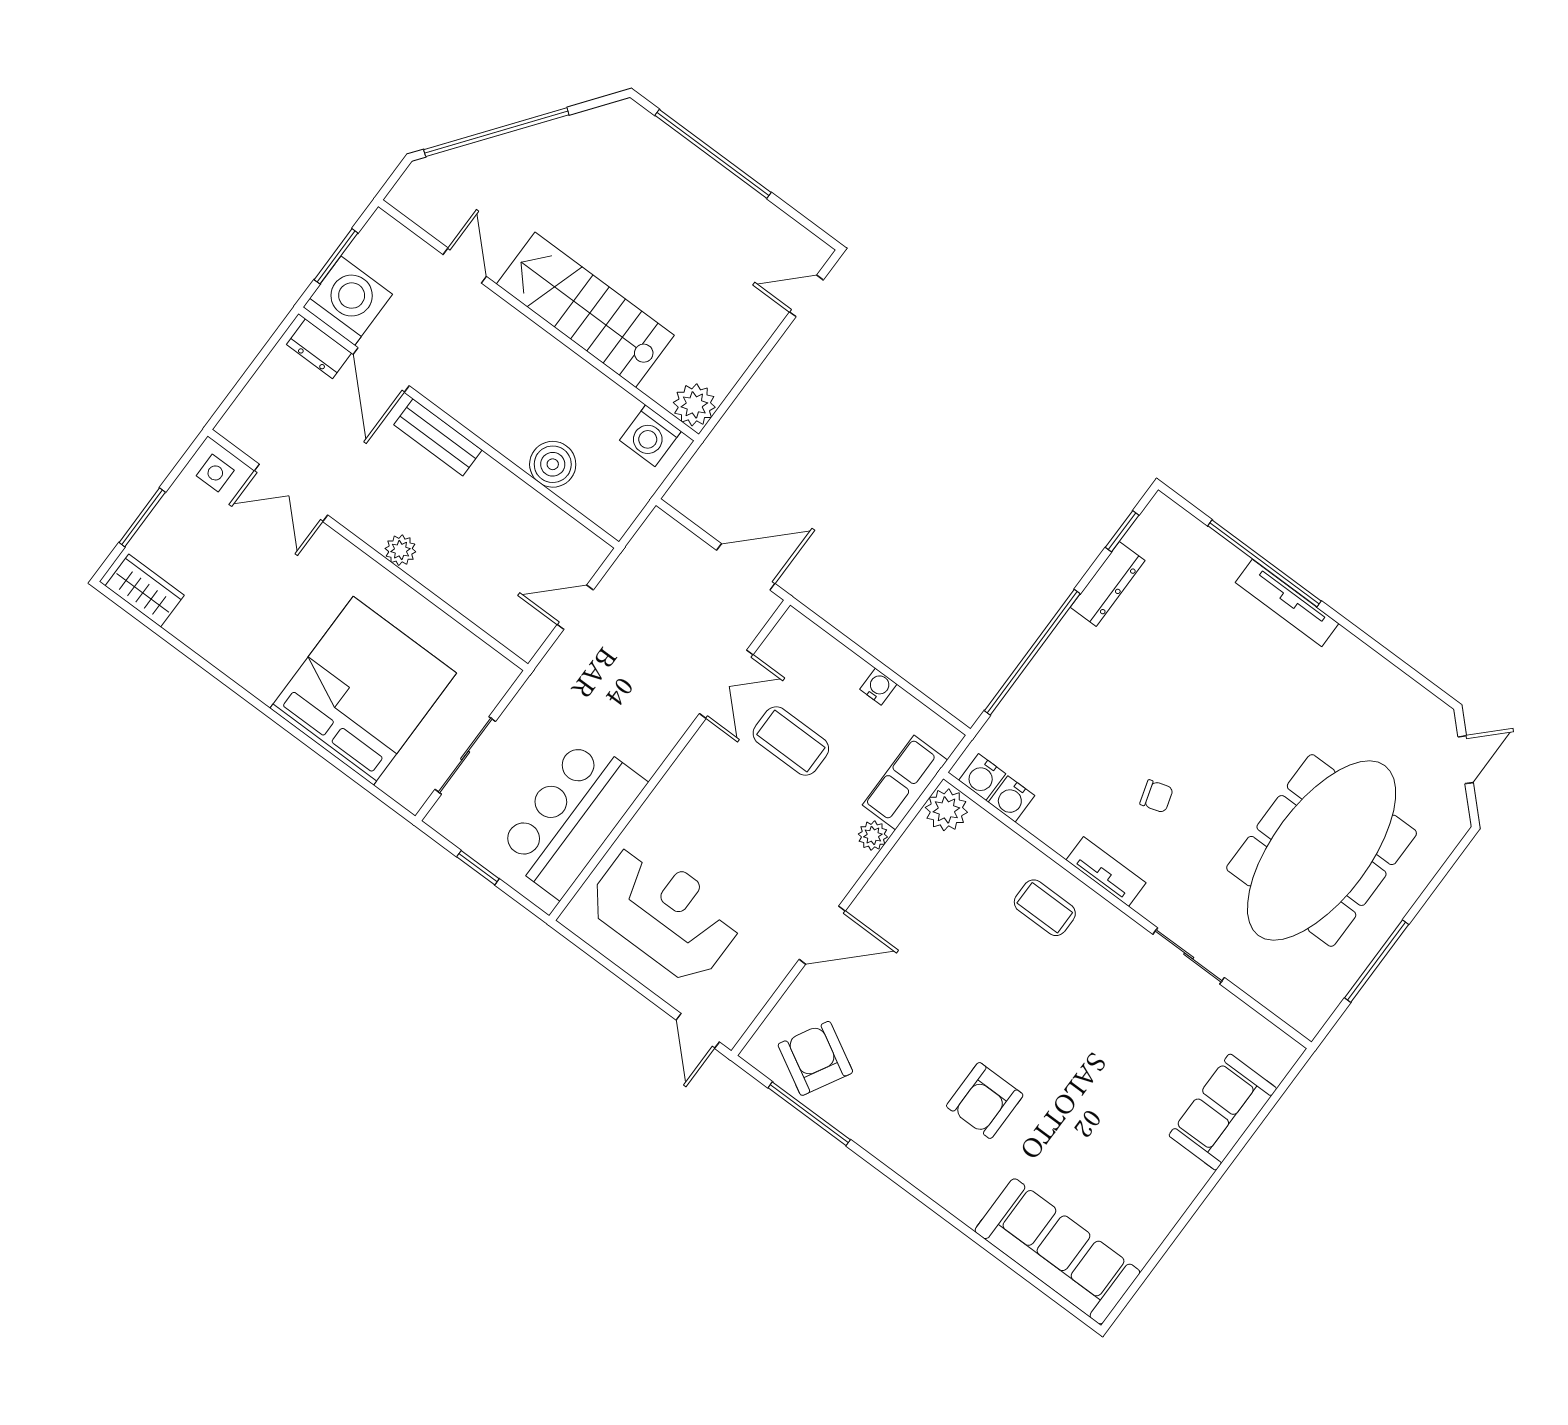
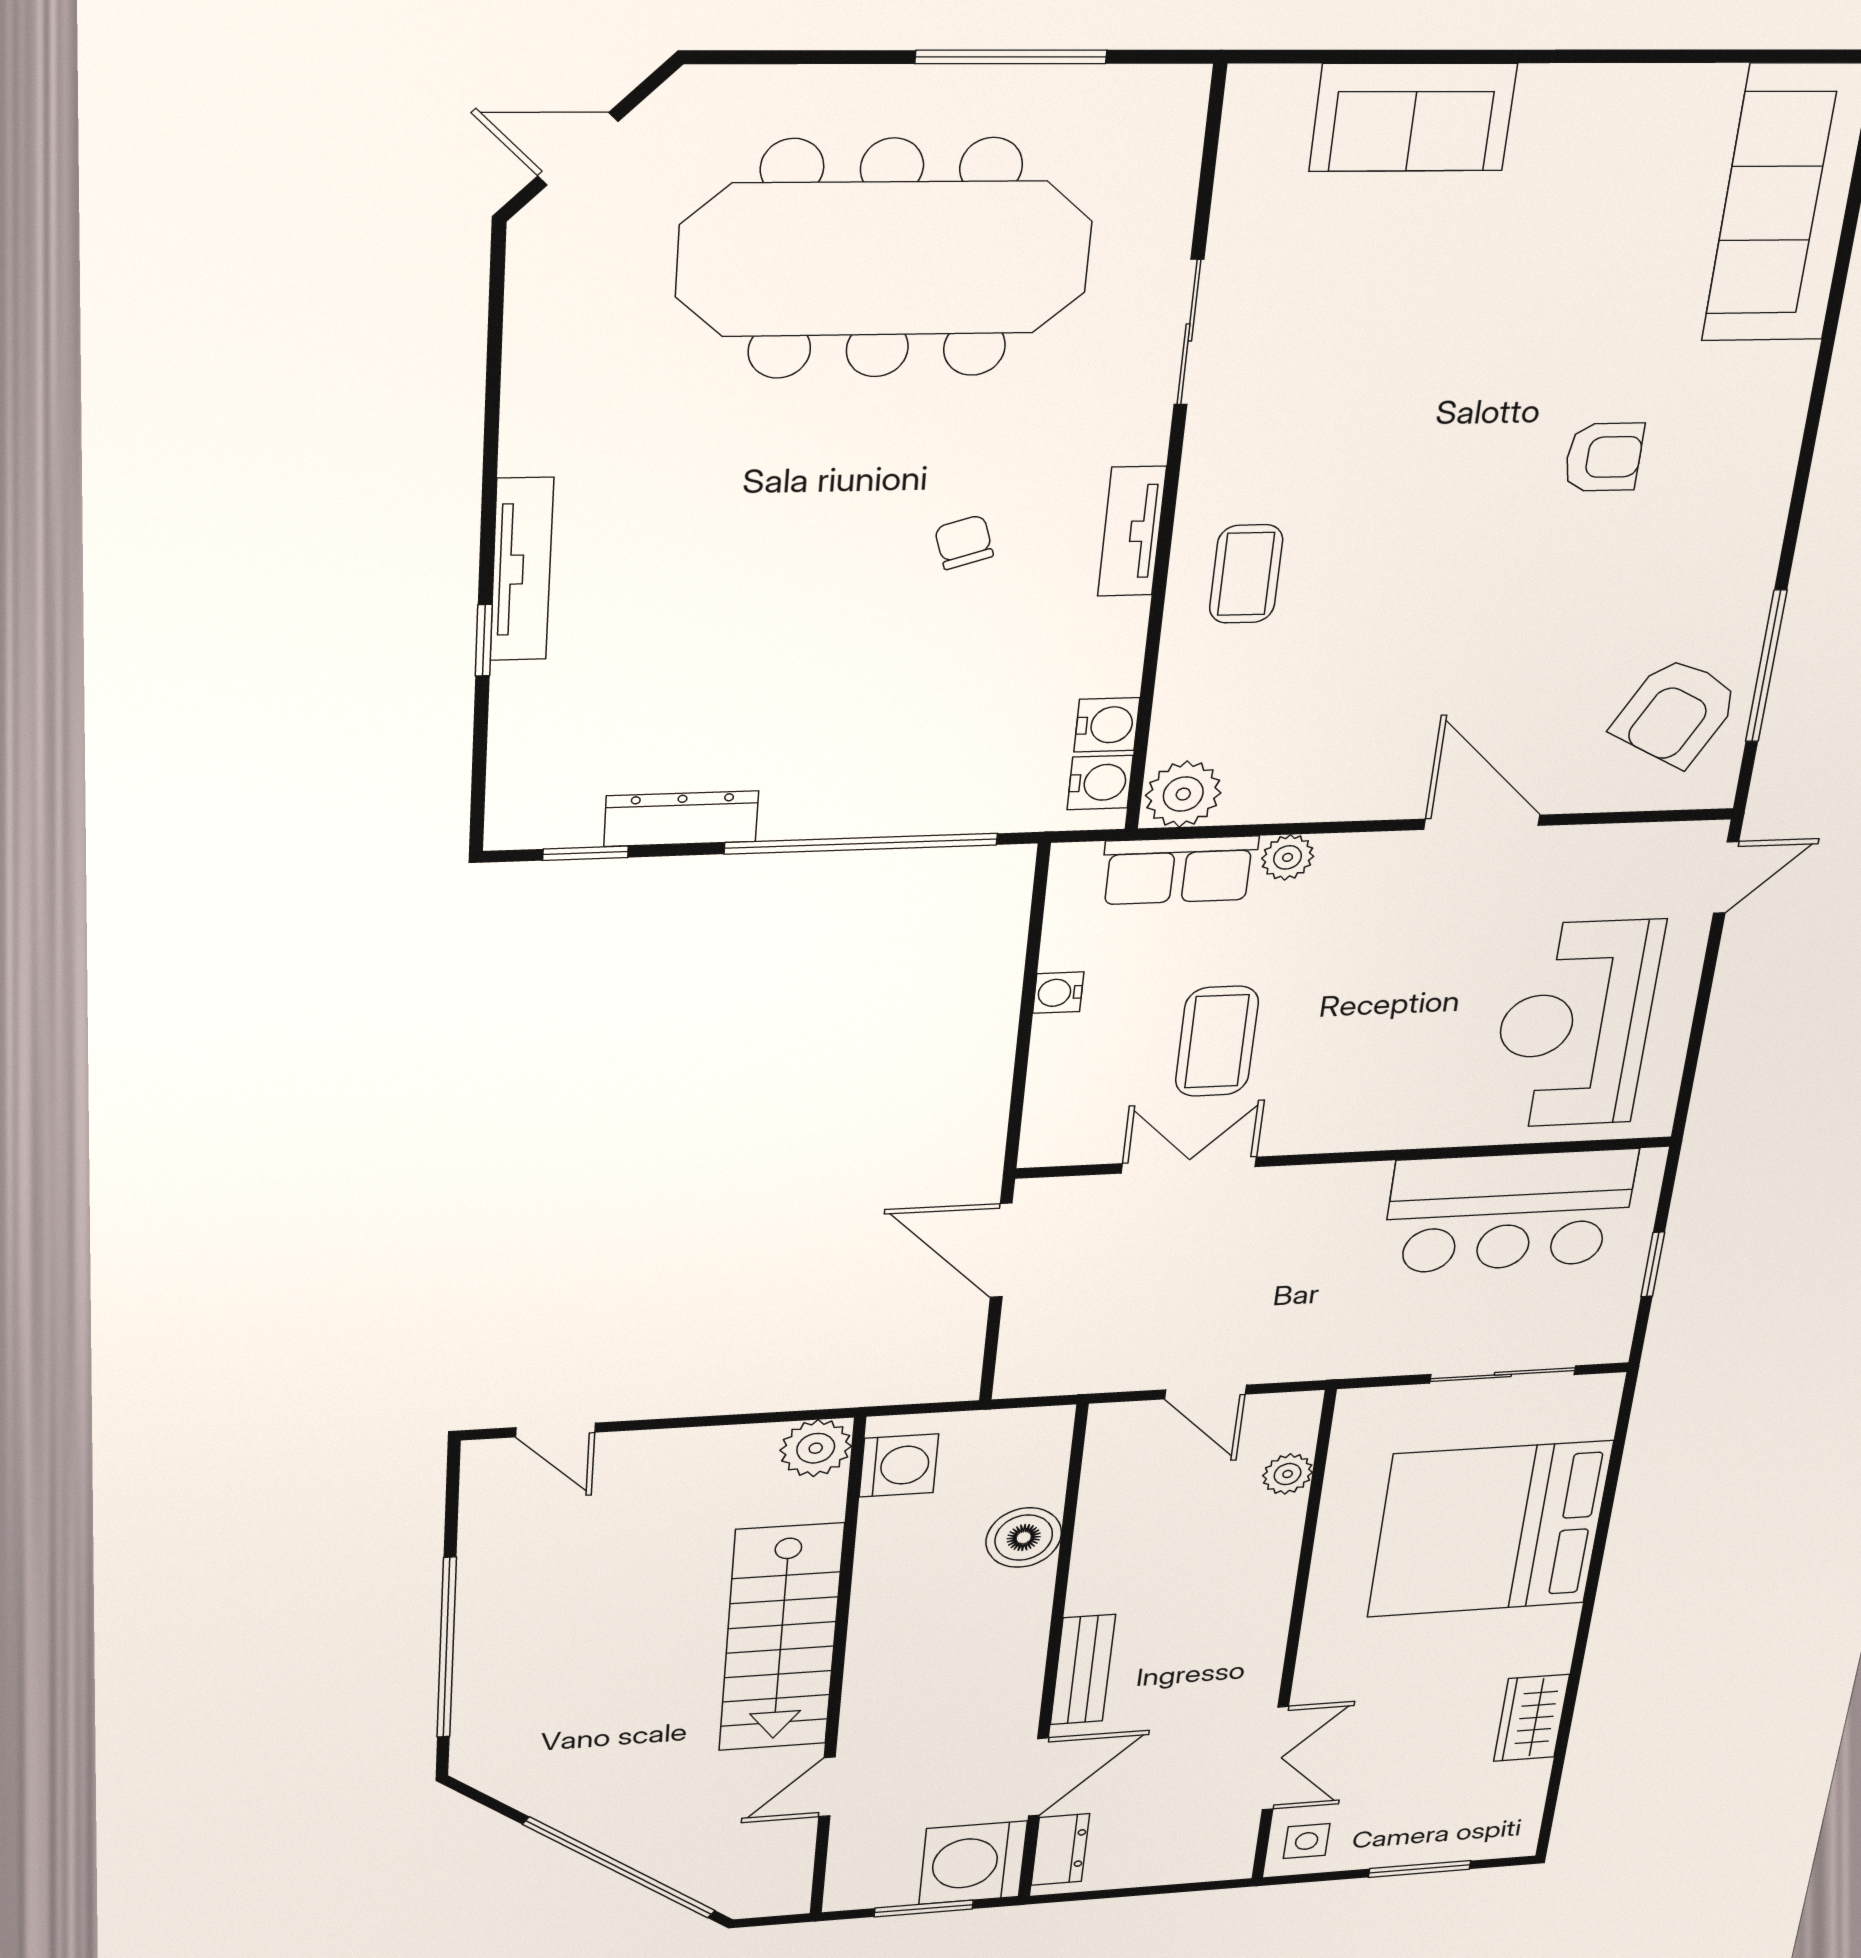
plant: (400, 550) -> (1288, 1474), moved
window: (1264, 563) -> (484, 640), width x0.32
wardrobe: (145, 591) -> (1531, 1718), moved
armchair: (985, 1100) -> (1604, 457), width x0.72, depth x0.72

